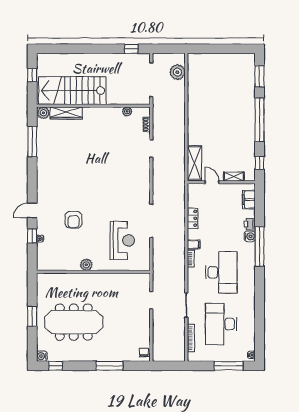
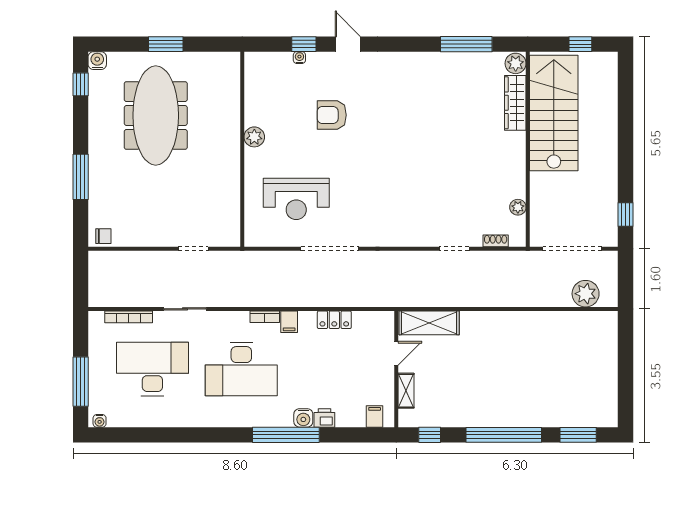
filing cabinet: (249, 200) -> (375, 416), width x0.50

